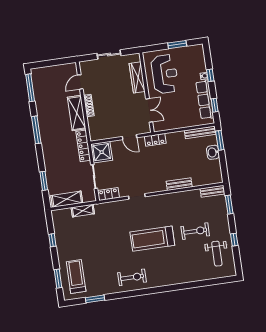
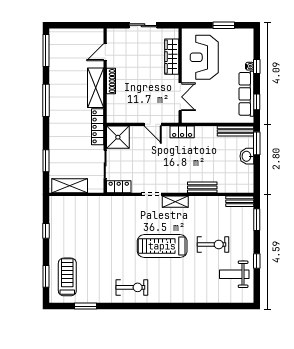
reception desk: (165, 74) -> (204, 57), turned 180
shelving: (83, 211) -> (175, 202), moved
weight bench: (217, 254) -> (234, 274), turned 90

